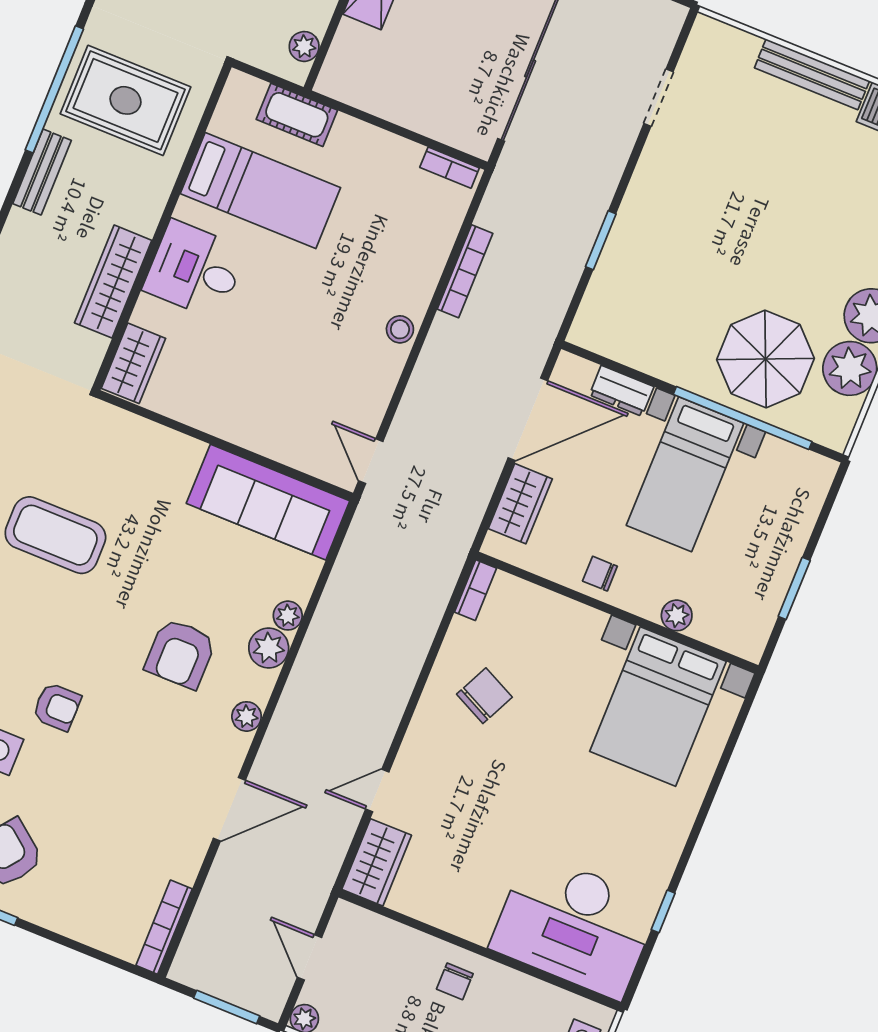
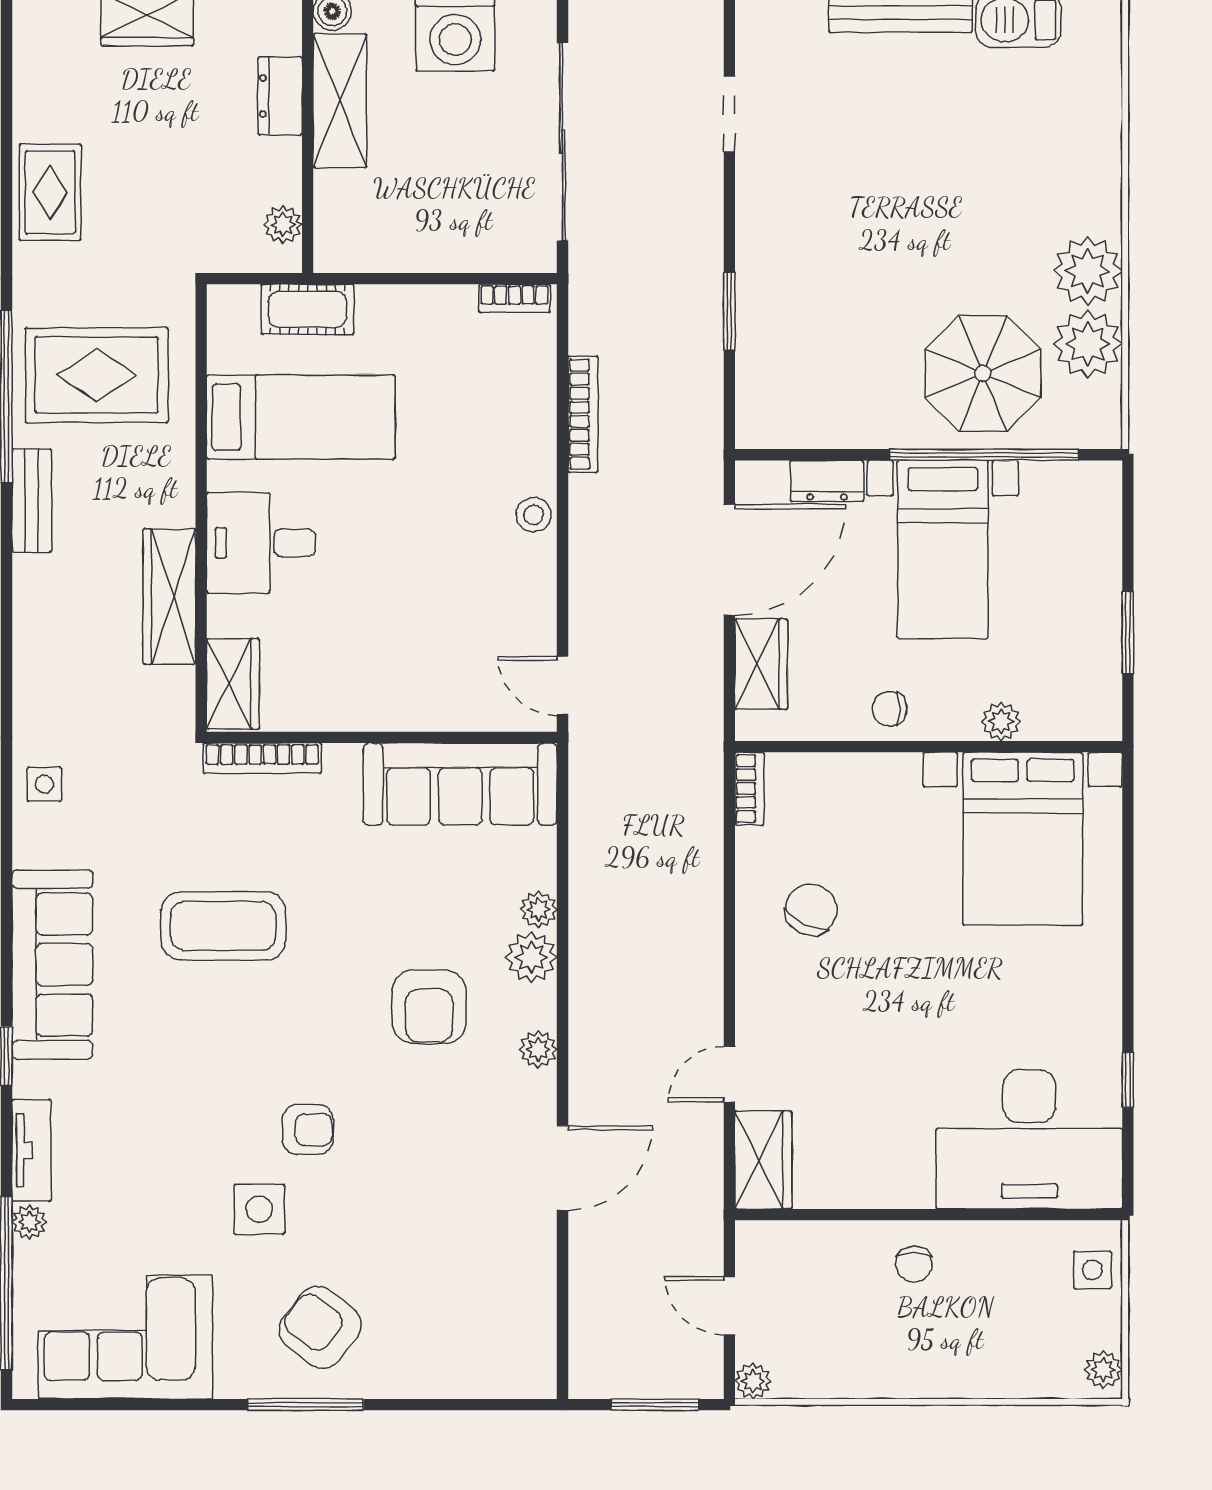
bookcase: (164, 927) -> (262, 758), moved, turned -90

